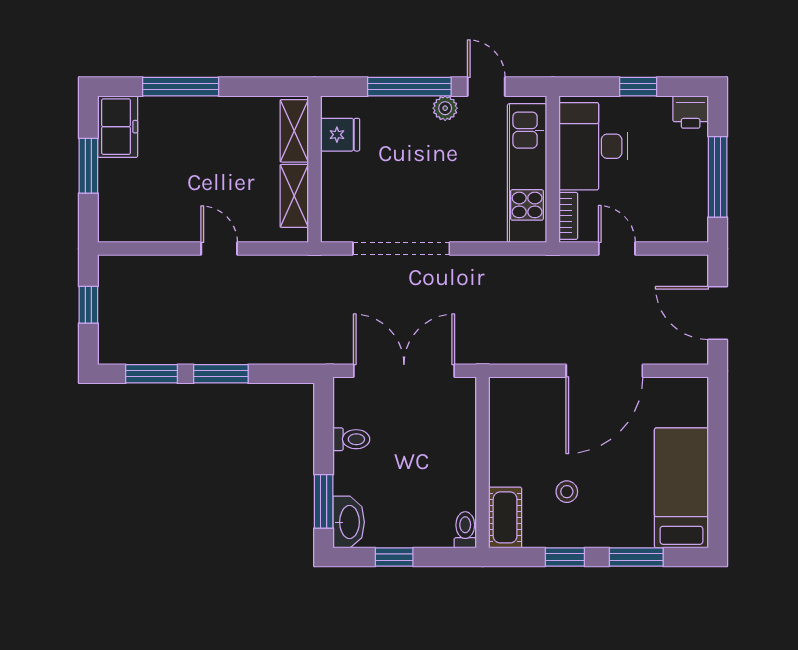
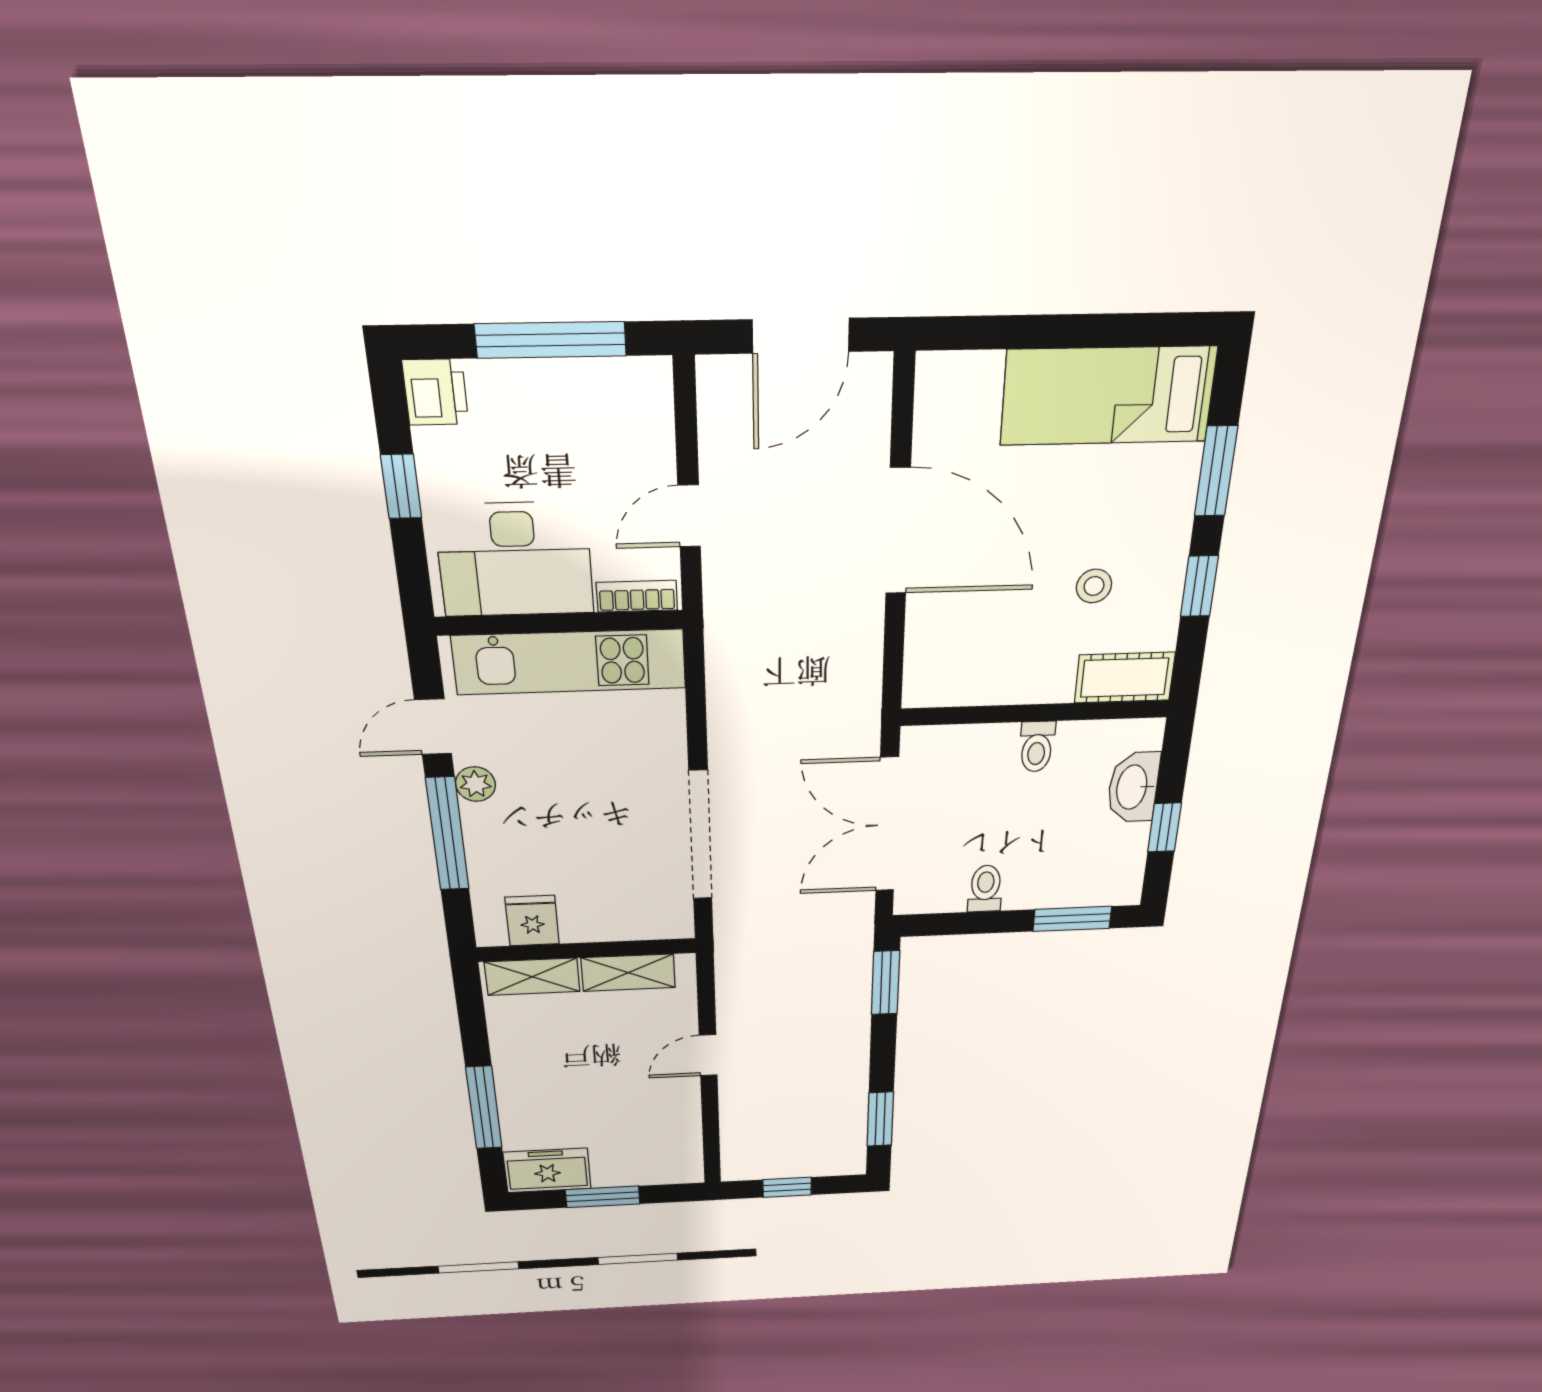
window: (221, 374) -> (886, 983), moved
washbasin: (349, 522) -> (1133, 787), moved, turned -90
toilet: (465, 530) -> (1037, 747), moved, turned -90

